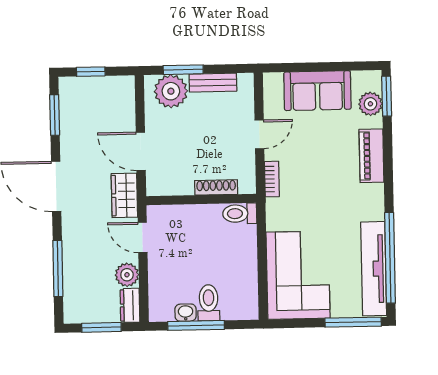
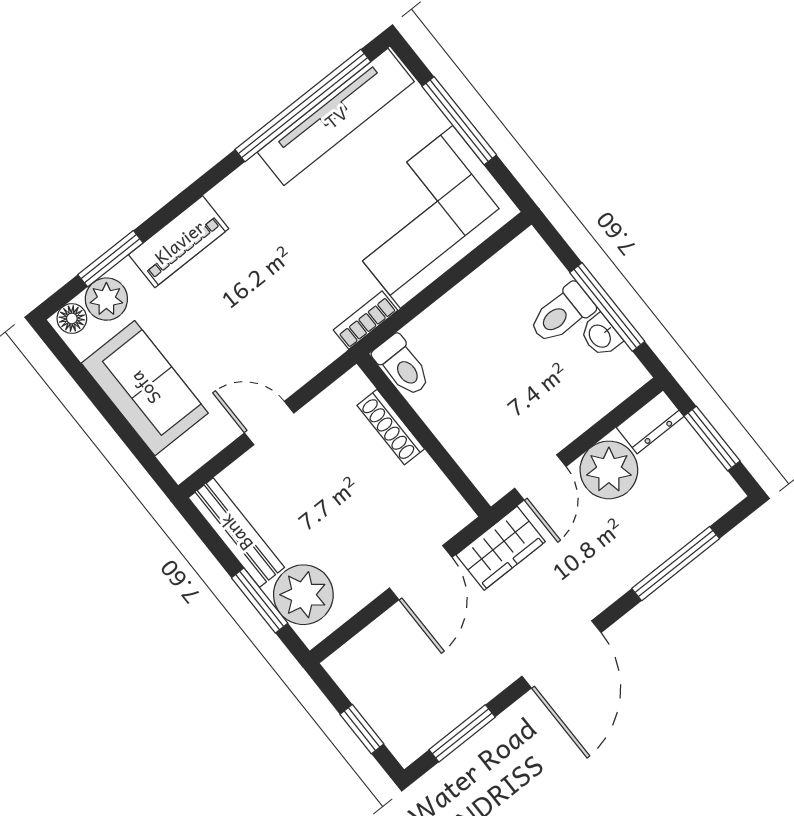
floor lamp: (373, 82) -> (72, 319), added
bench: (213, 83) -> (236, 533), width x1.36
window: (387, 96) -> (110, 259), moved
bookcase: (272, 179) -> (366, 320), moved
plant: (127, 275) -> (609, 470), width x1.36, depth x1.36
window: (353, 322) -> (459, 121), moved

